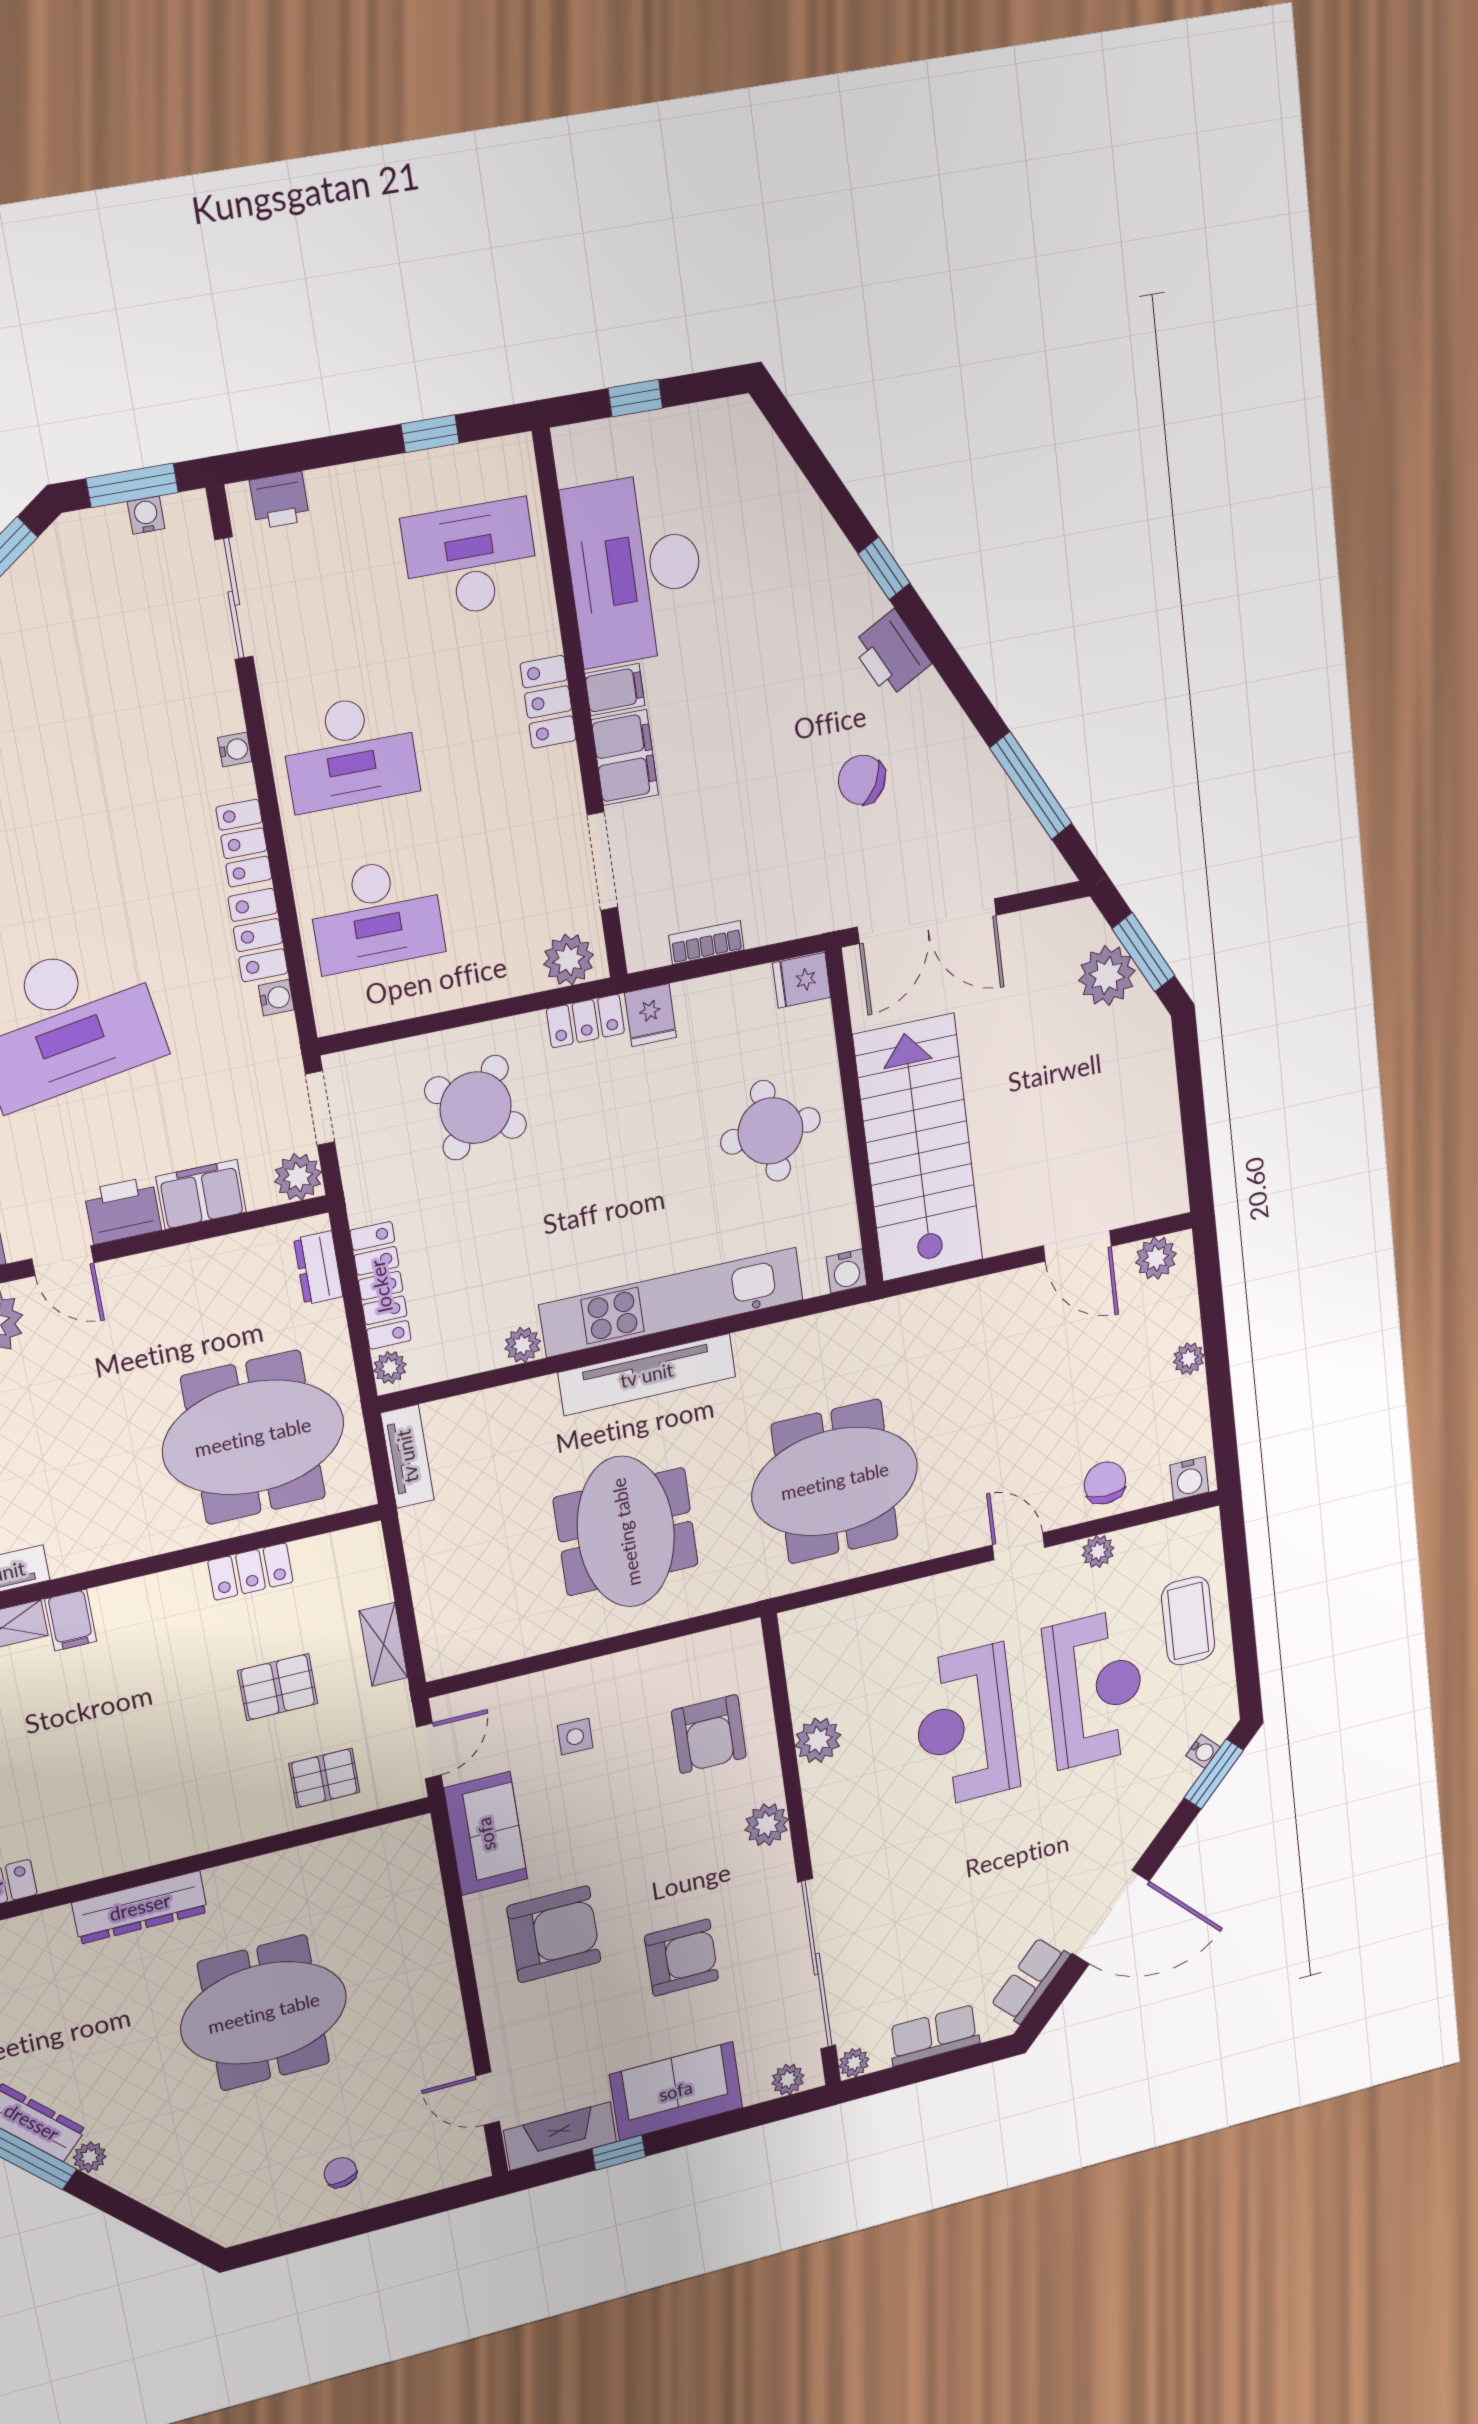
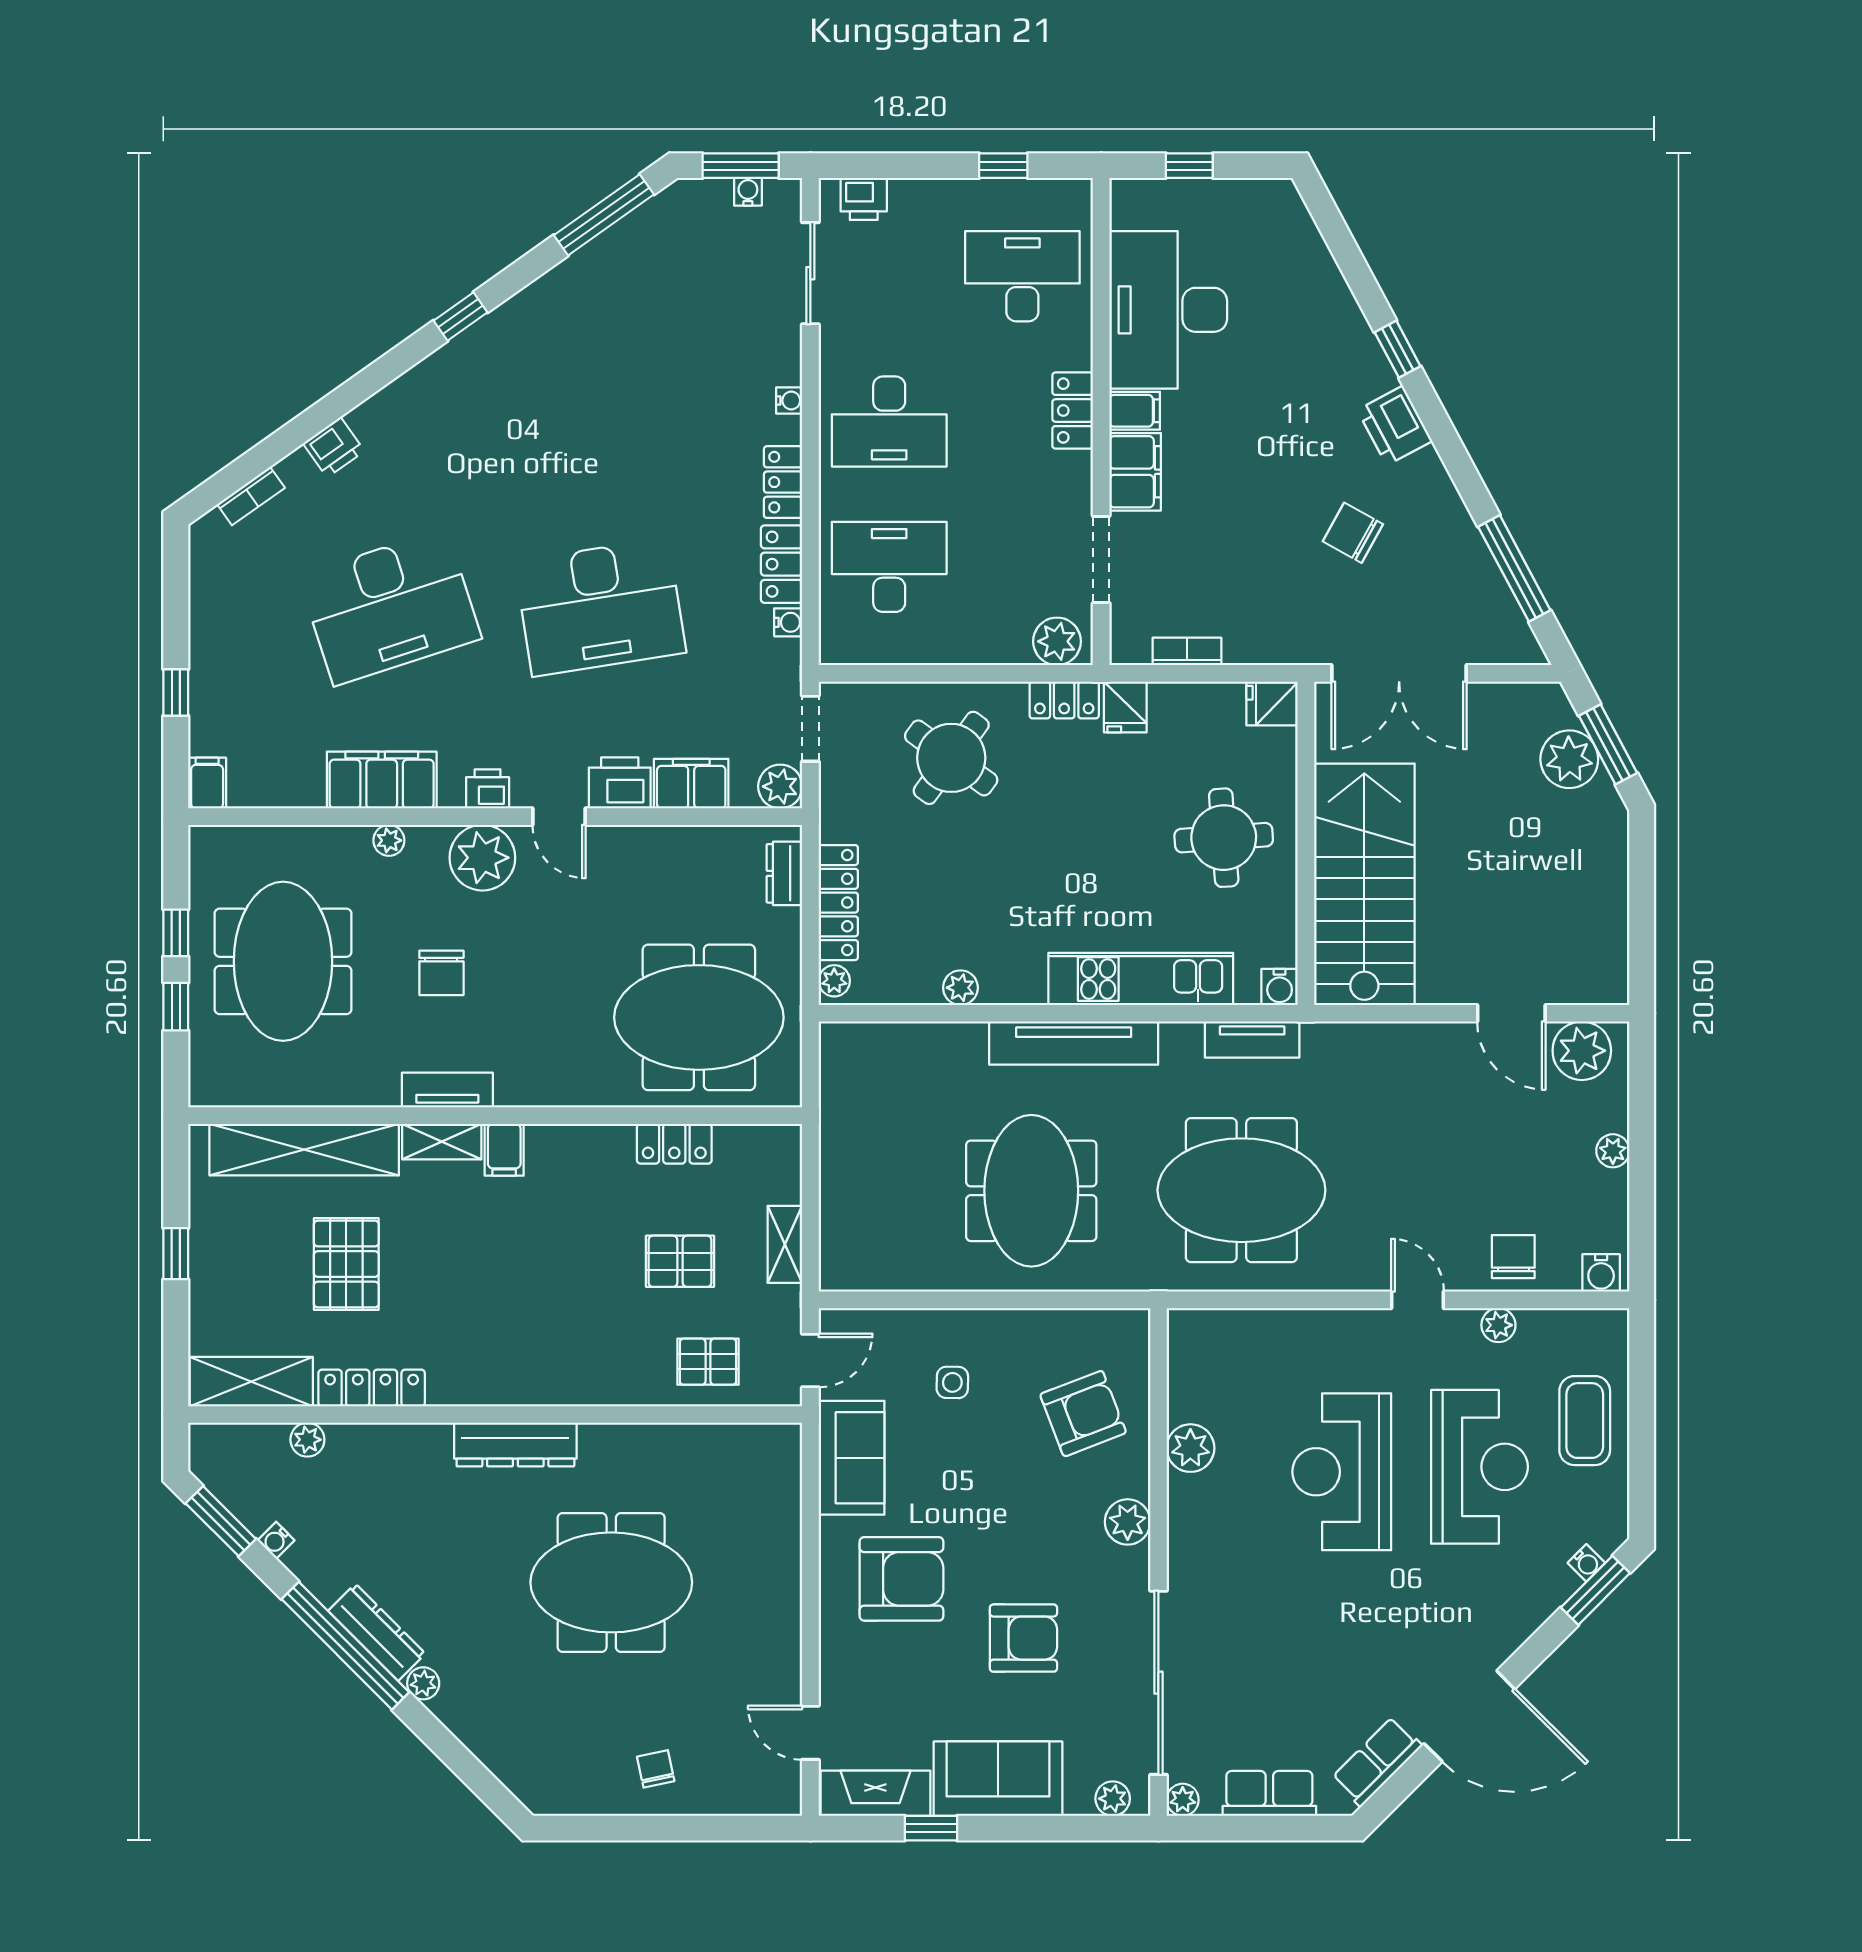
desk: (376, 915) -> (889, 567), turned 180
plant: (1156, 1258) -> (1582, 1051), width x1.36, depth x1.36
kitchen unit: (672, 1302) -> (1141, 979), width x0.73
tv unit: (407, 1456) -> (1252, 1039), moved, turned 90
armchair: (709, 1734) -> (1083, 1414), turned -111

